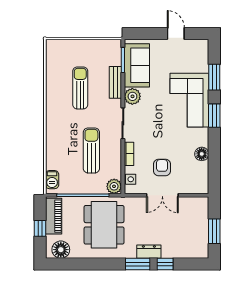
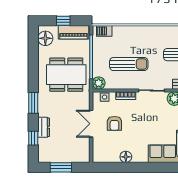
window: (214, 116) -> (158, 167), removed
armchair: (162, 167) -> (114, 123), turned 90
dresser: (149, 252) -> (44, 127), moved
window: (165, 264) -> (33, 138), moved

